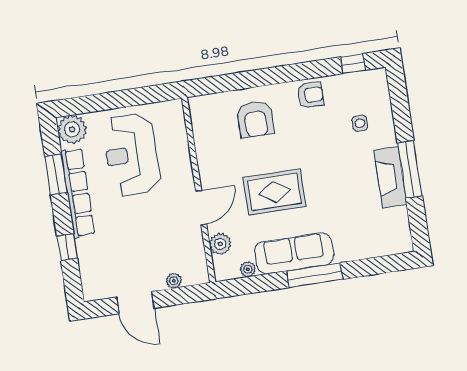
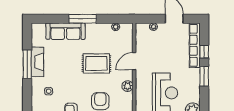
window: (56, 174) -> (204, 76), moved
row of seats: (78, 193) -> (195, 45), moved
plant: (220, 244) -> (127, 86), moved
sofa: (294, 253) -> (66, 31), moved

